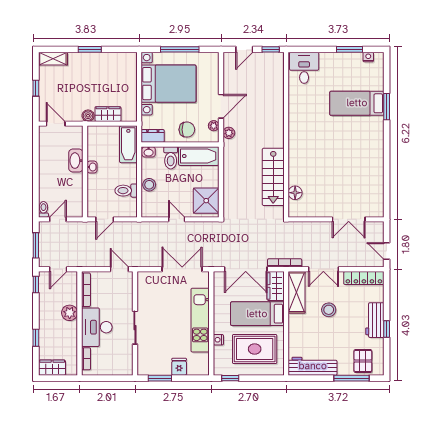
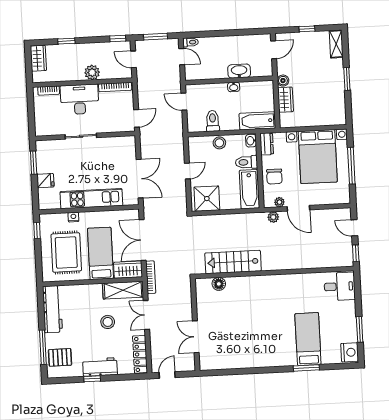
nightstand: (368, 57) -> (350, 352), width x1.89, depth x1.79

